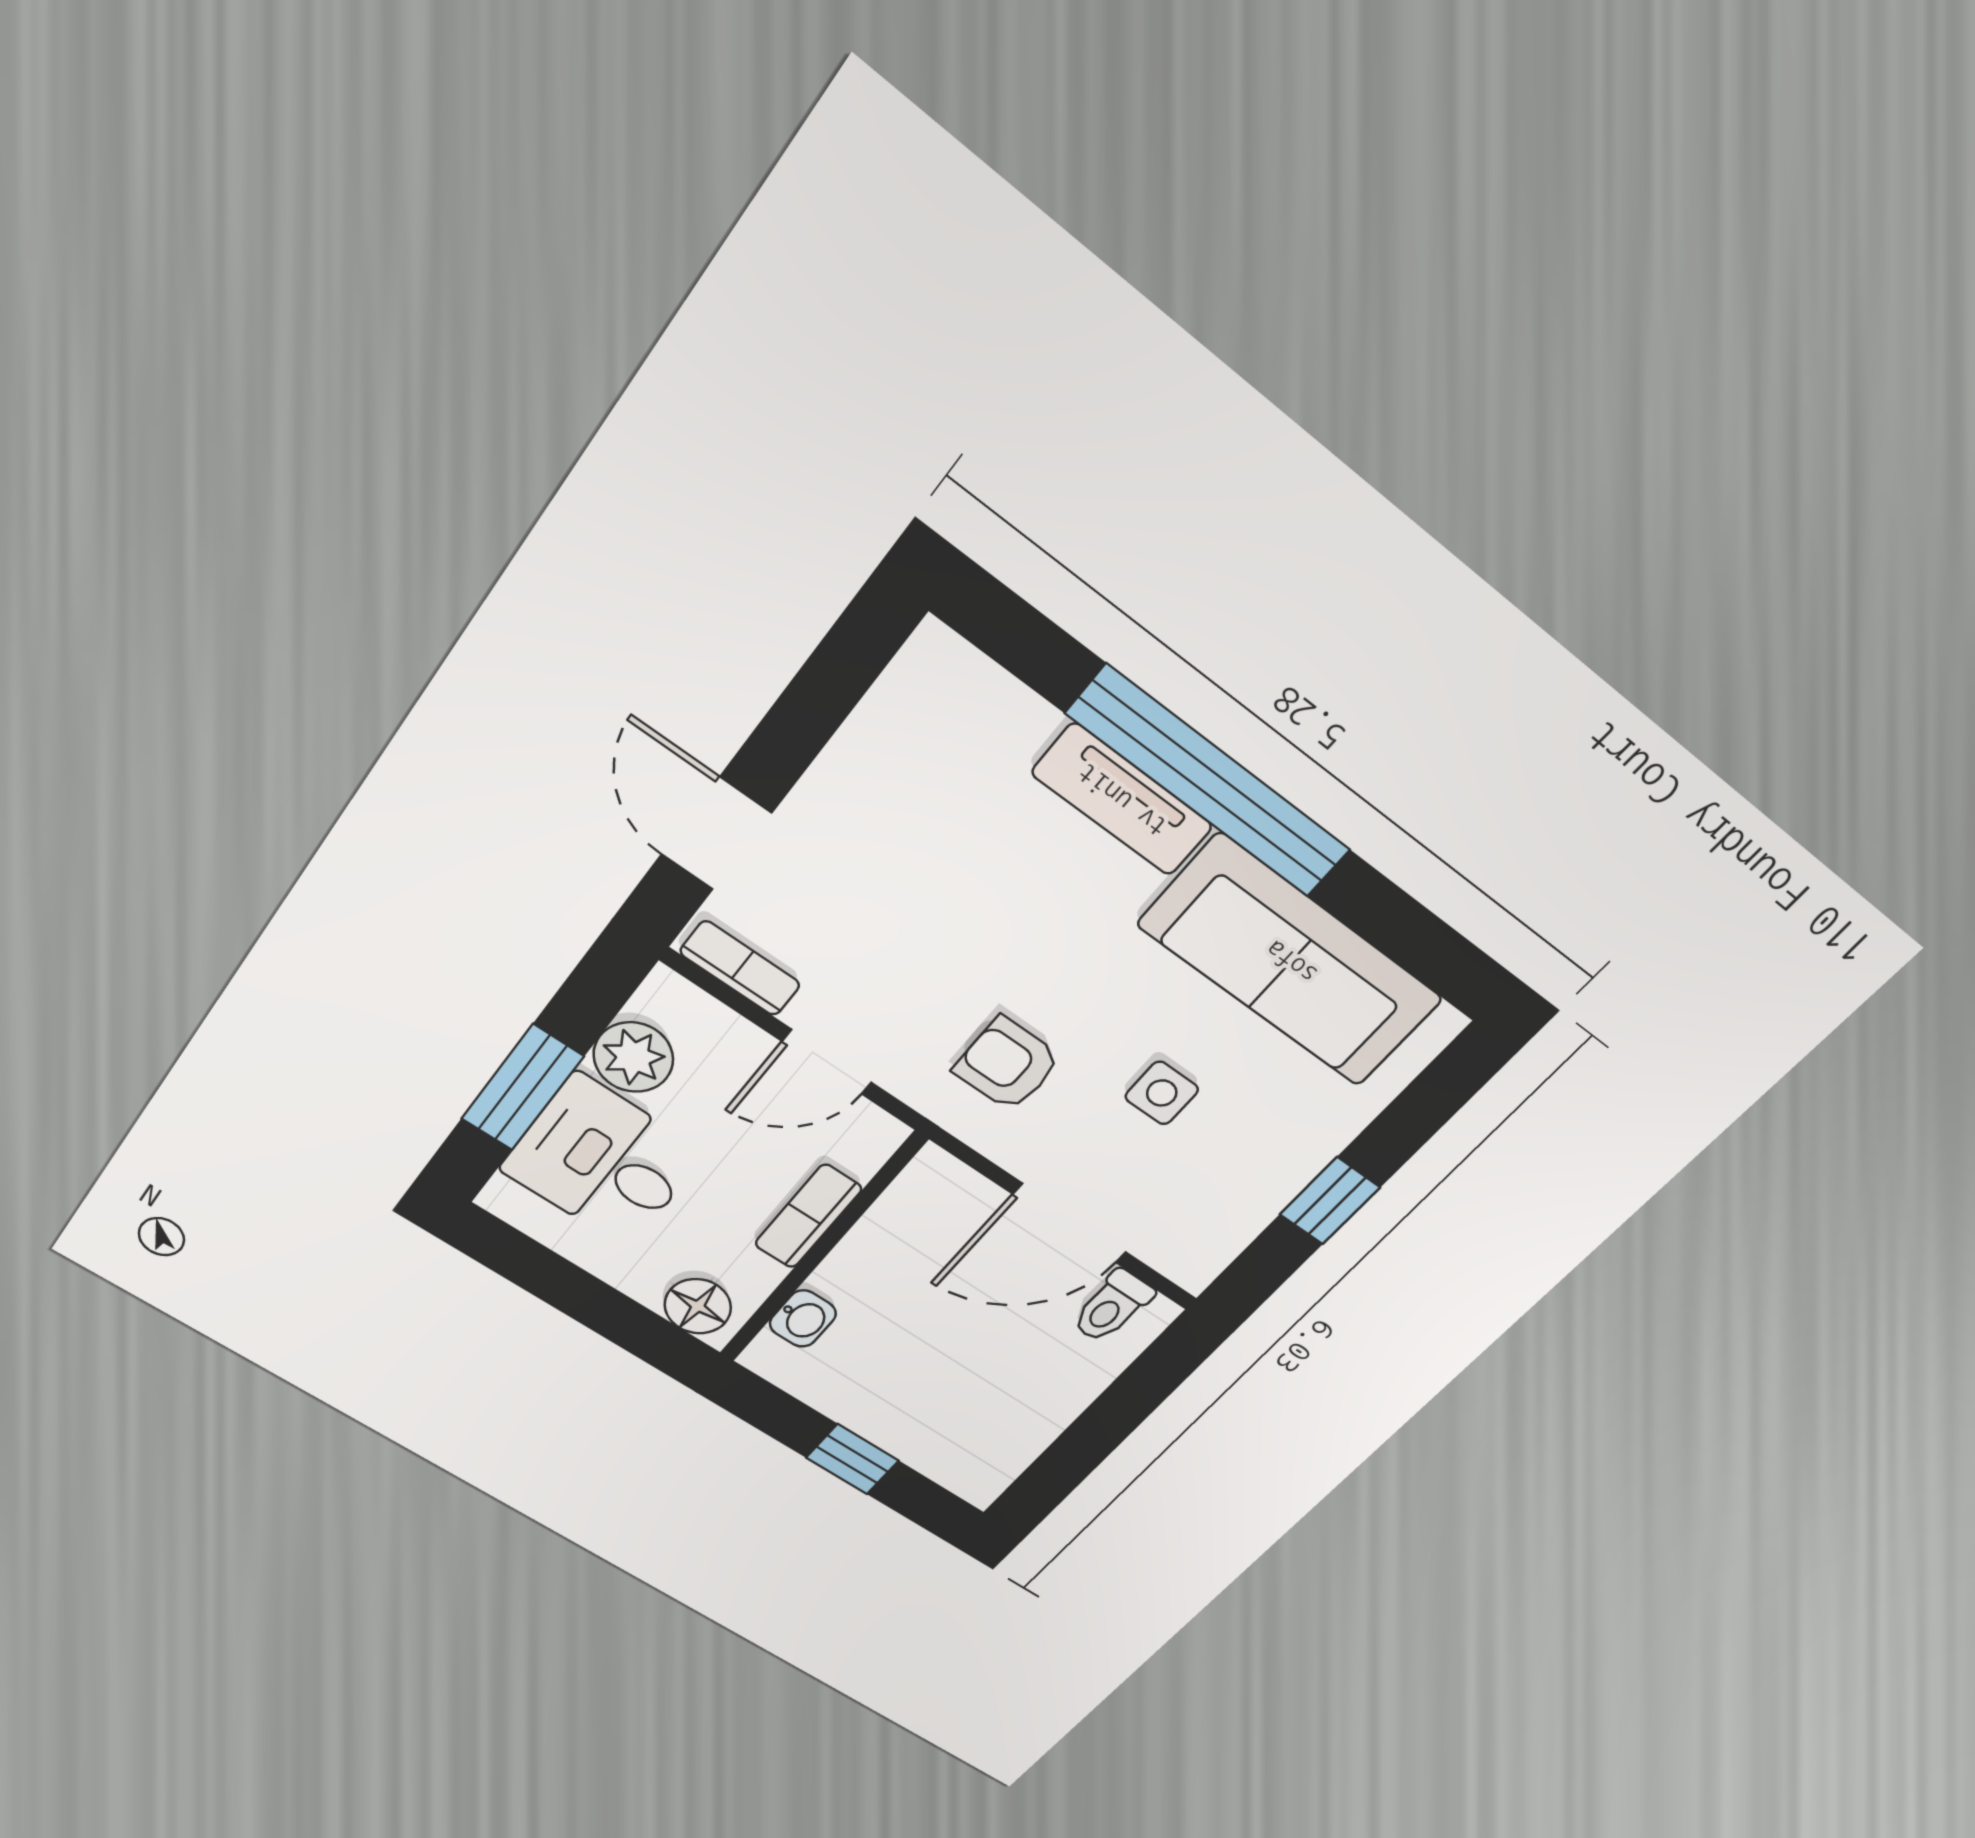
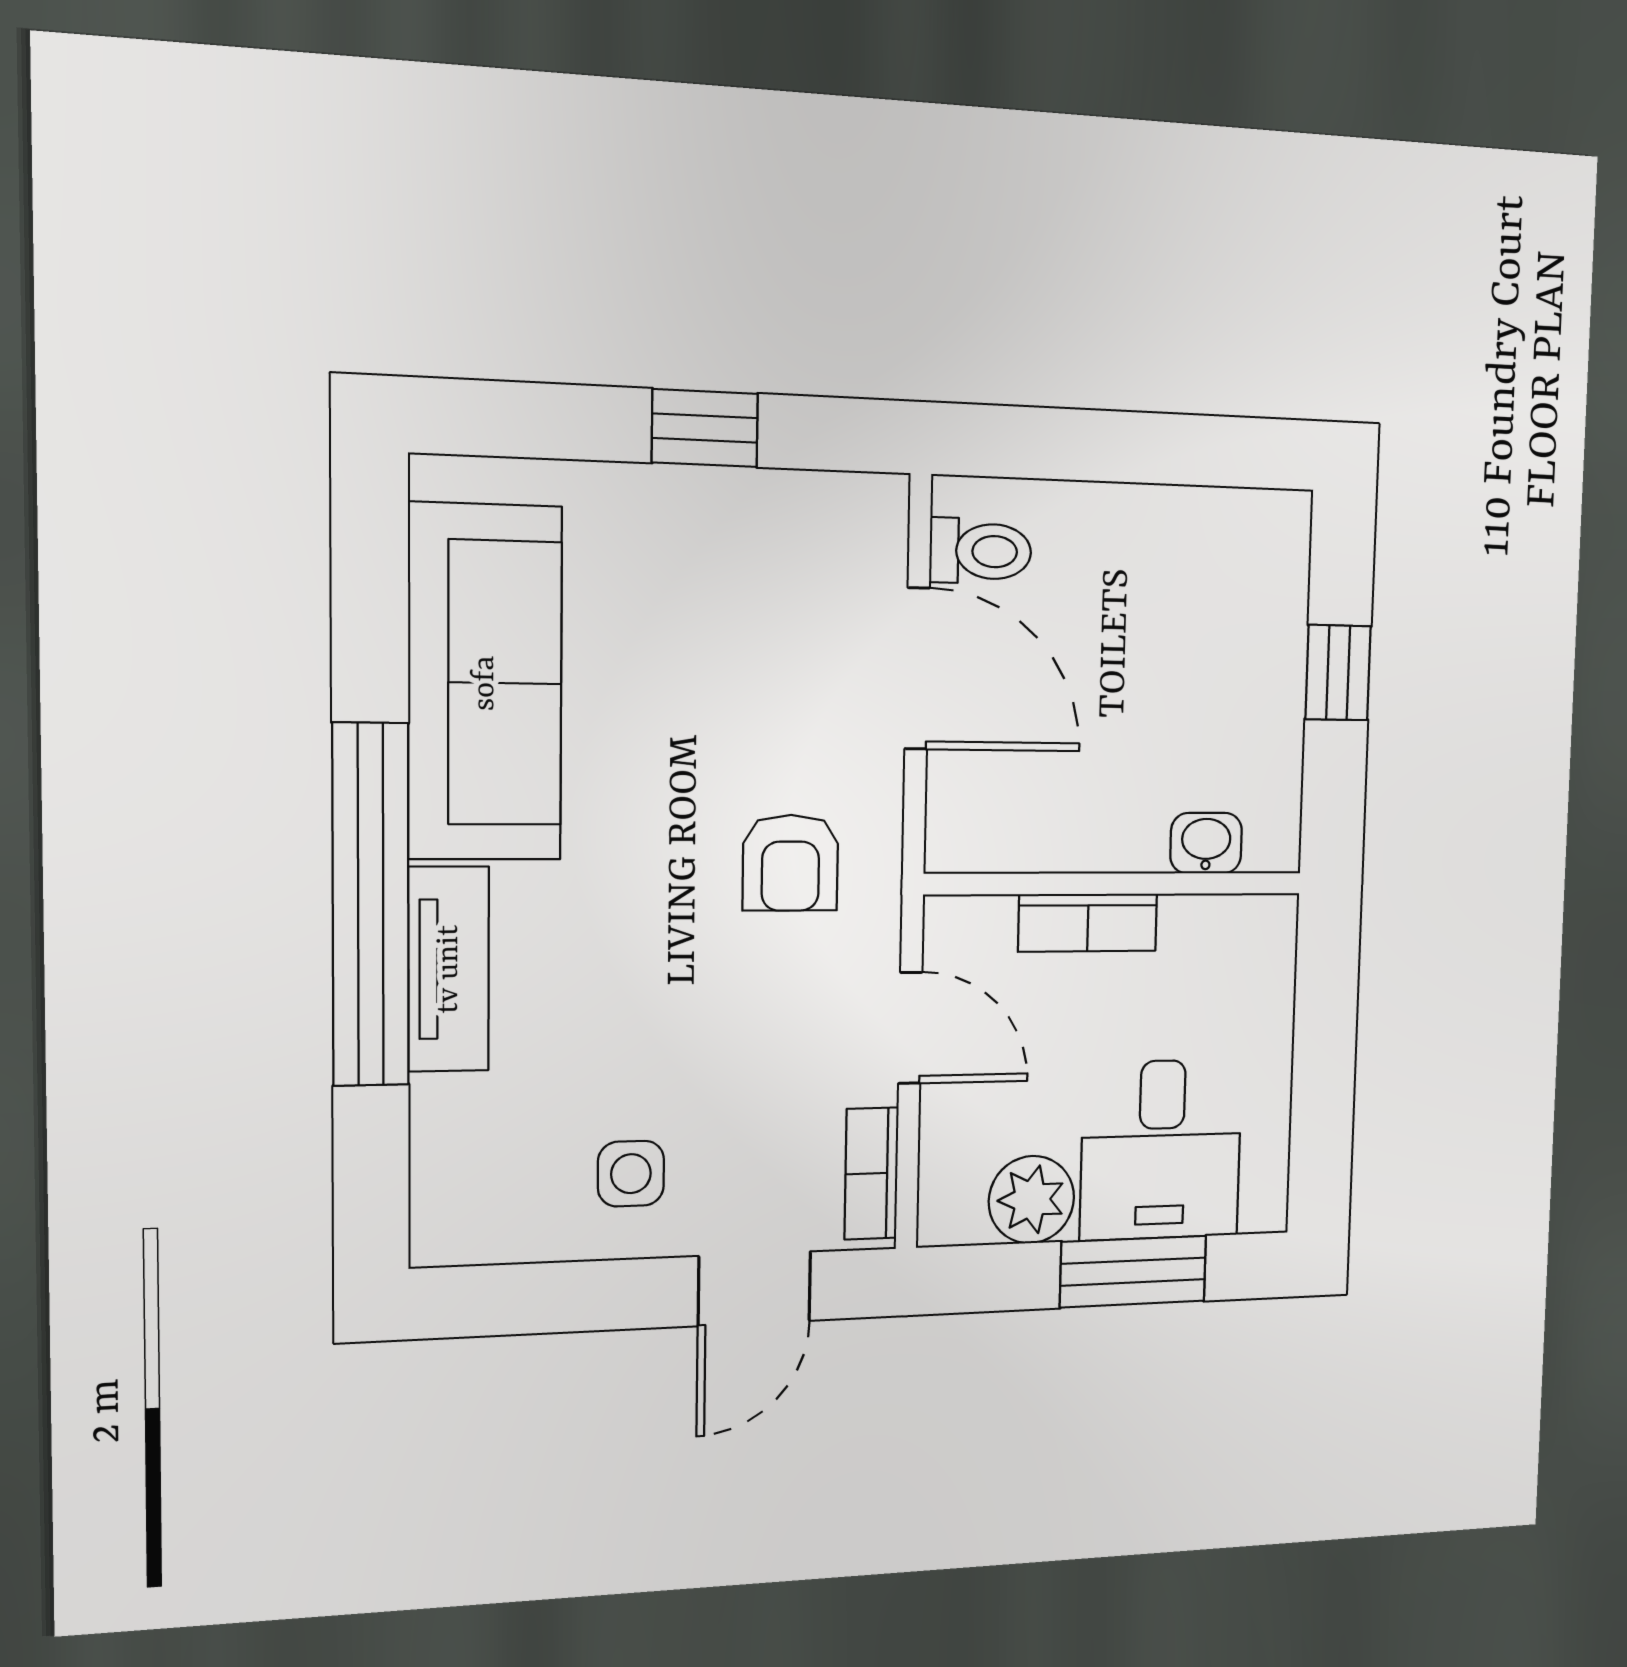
side table: (1162, 1093) -> (631, 1174), moved
floor lamp: (698, 1306) -> (1261, 952), removed

